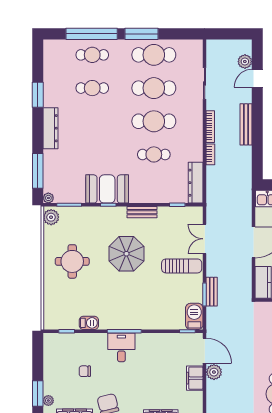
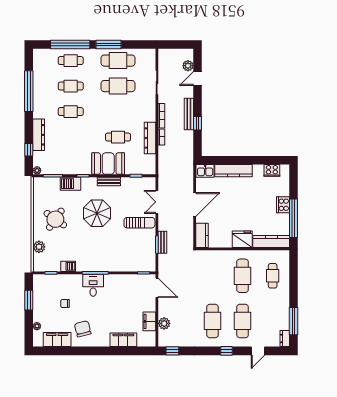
window: (38, 95) -> (29, 91), width x2.11
cafe table: (154, 121) -> (71, 112), moved, width x0.73, depth x0.74
dresser: (50, 128) -> (39, 135), moved
window: (257, 136) -> (197, 123), added
window: (38, 171) -> (29, 150), width x0.46
dresser: (196, 183) -> (150, 138), moved
booth: (107, 189) -> (108, 164), moved
plant: (51, 217) -> (39, 247), moved
round table: (72, 261) -> (55, 219), turned 35
barbecue: (194, 316) -> (71, 184), moved, turned -90
plant: (214, 372) -> (164, 323), moved
filing cabinet: (195, 378) -> (149, 321), moved
window: (38, 394) -> (29, 300), moved

